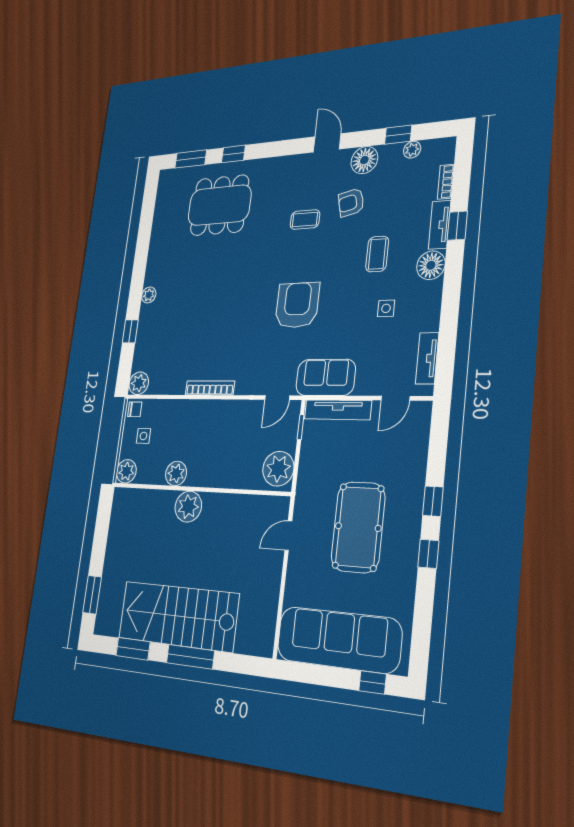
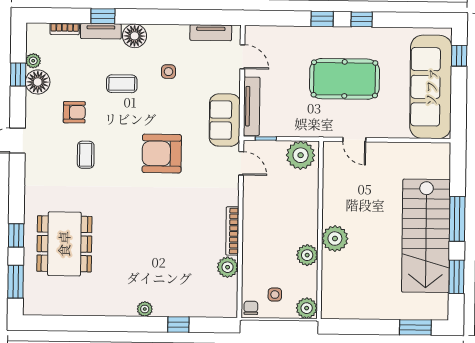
floor lamp: (364, 160) -> (38, 82), moved
armchair: (351, 202) -> (74, 112), turned -77
plant: (139, 383) -> (228, 267), moved

